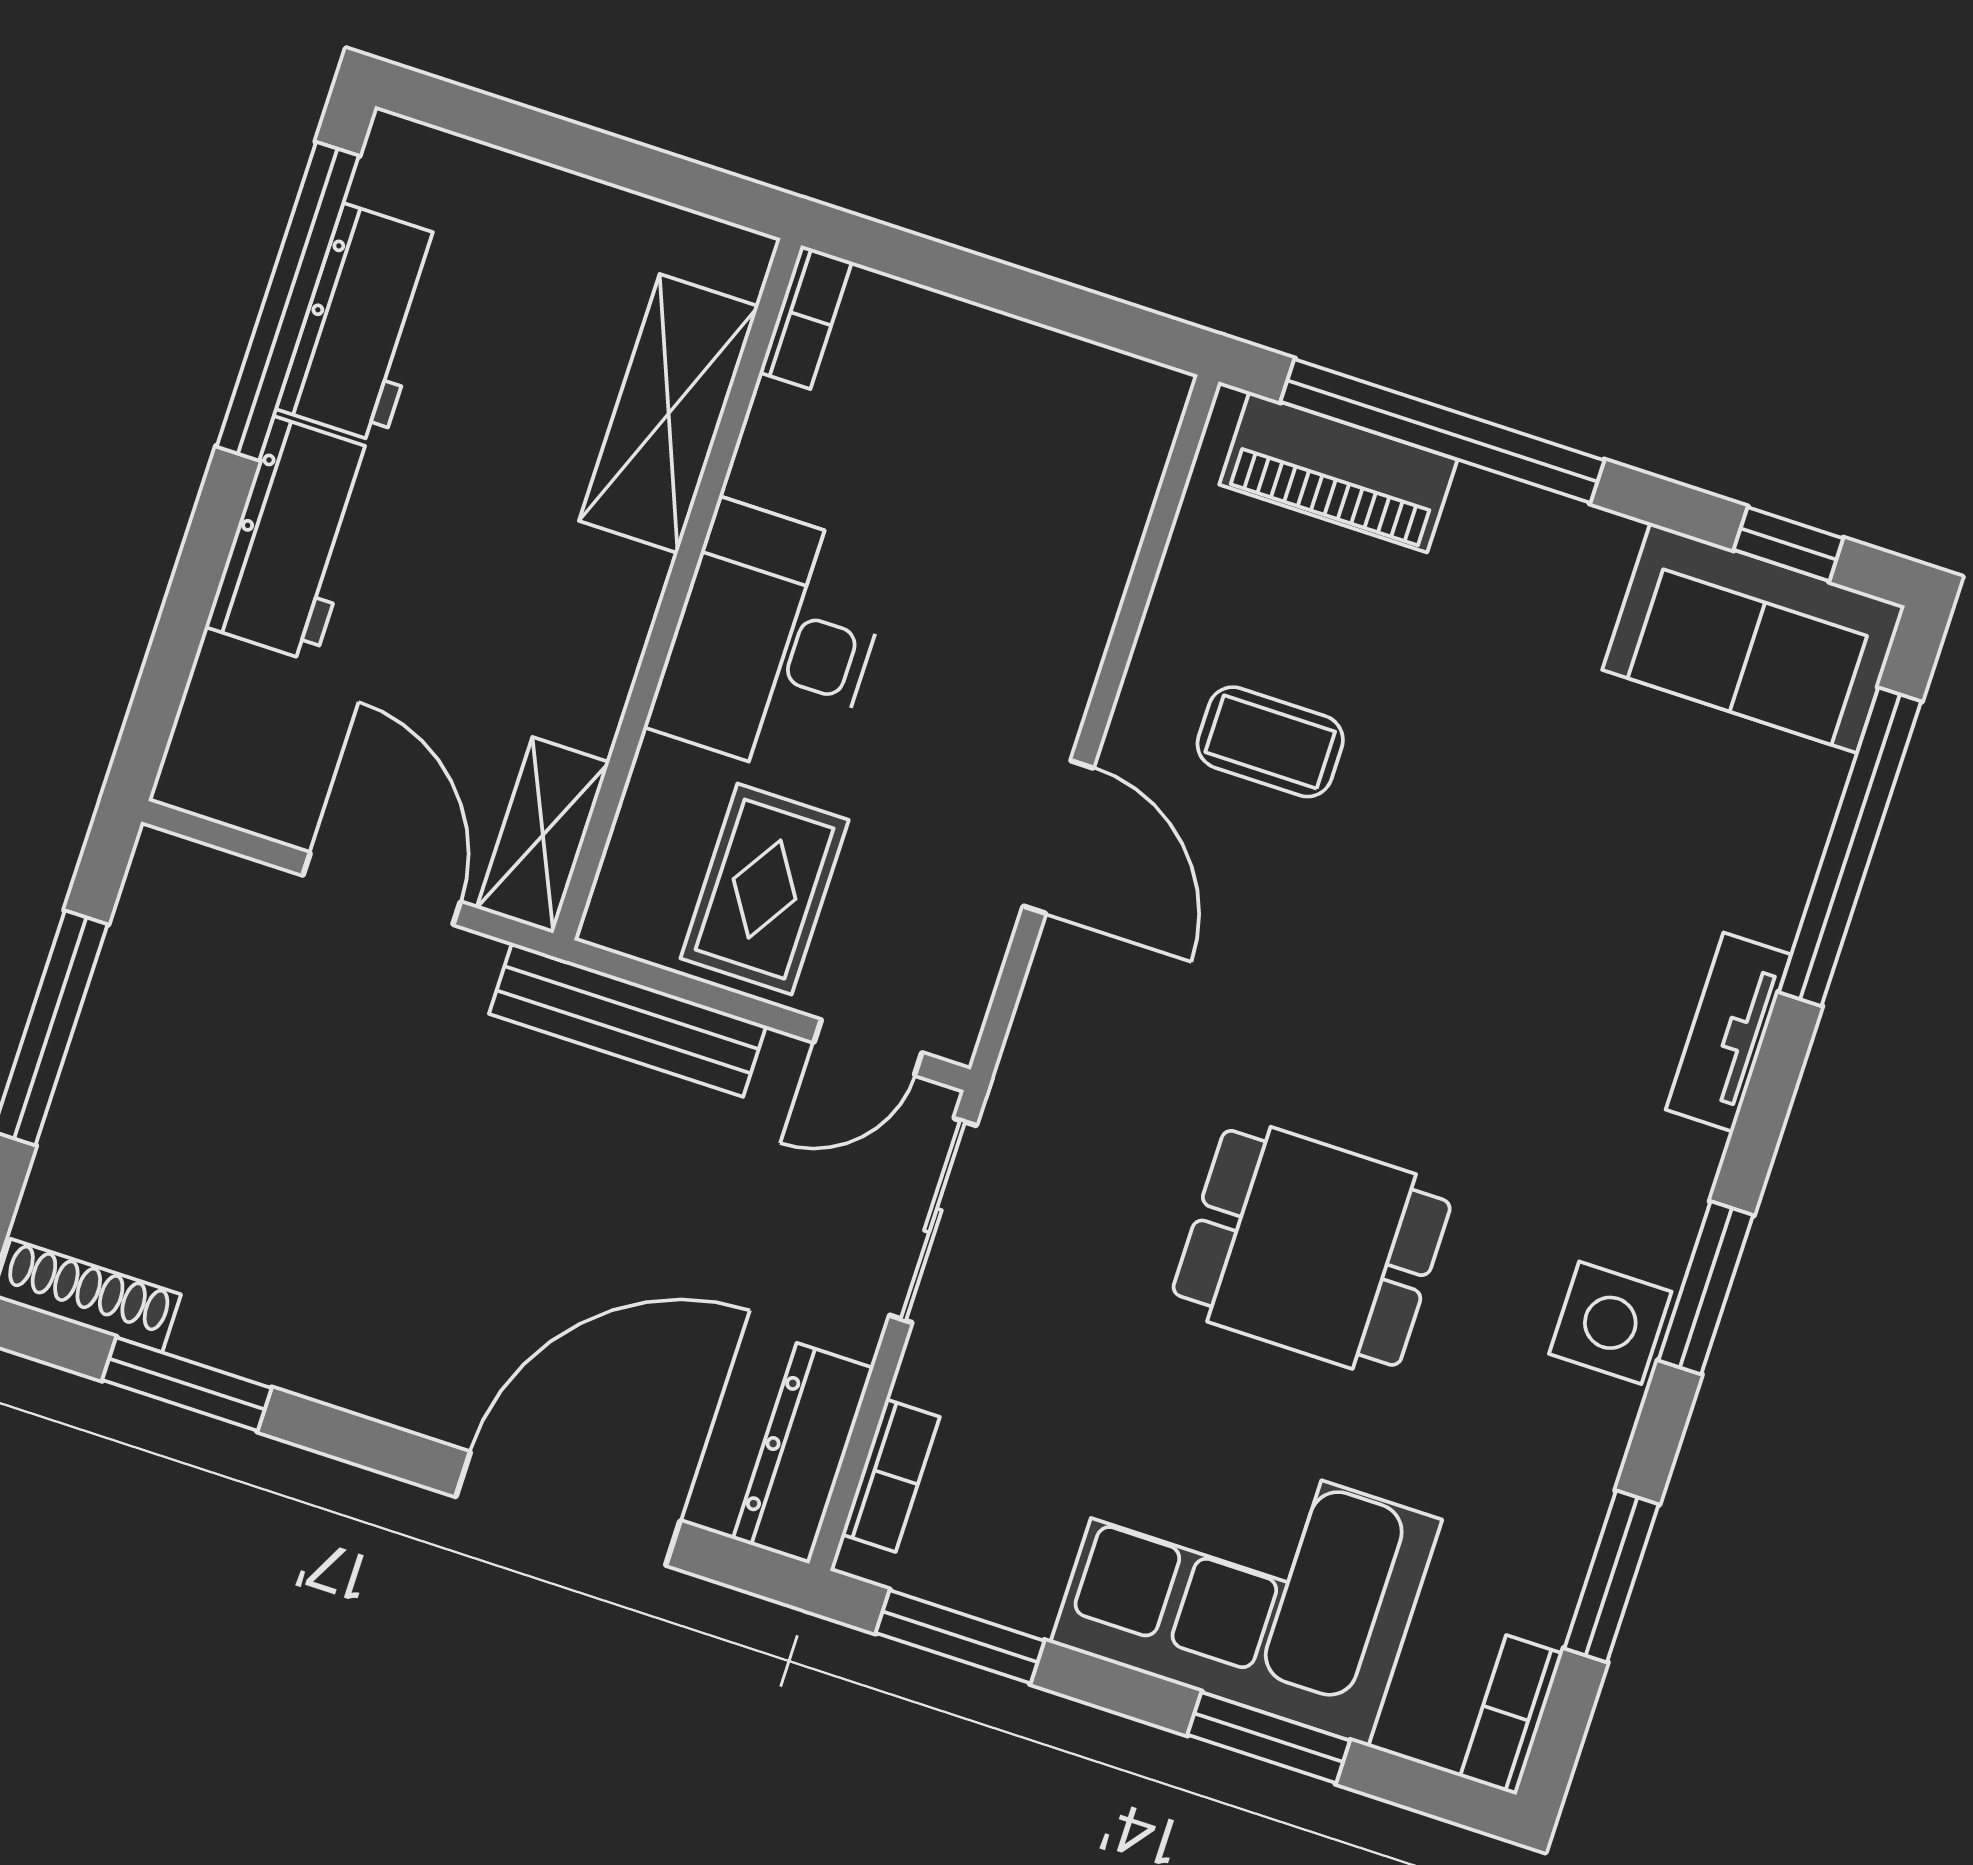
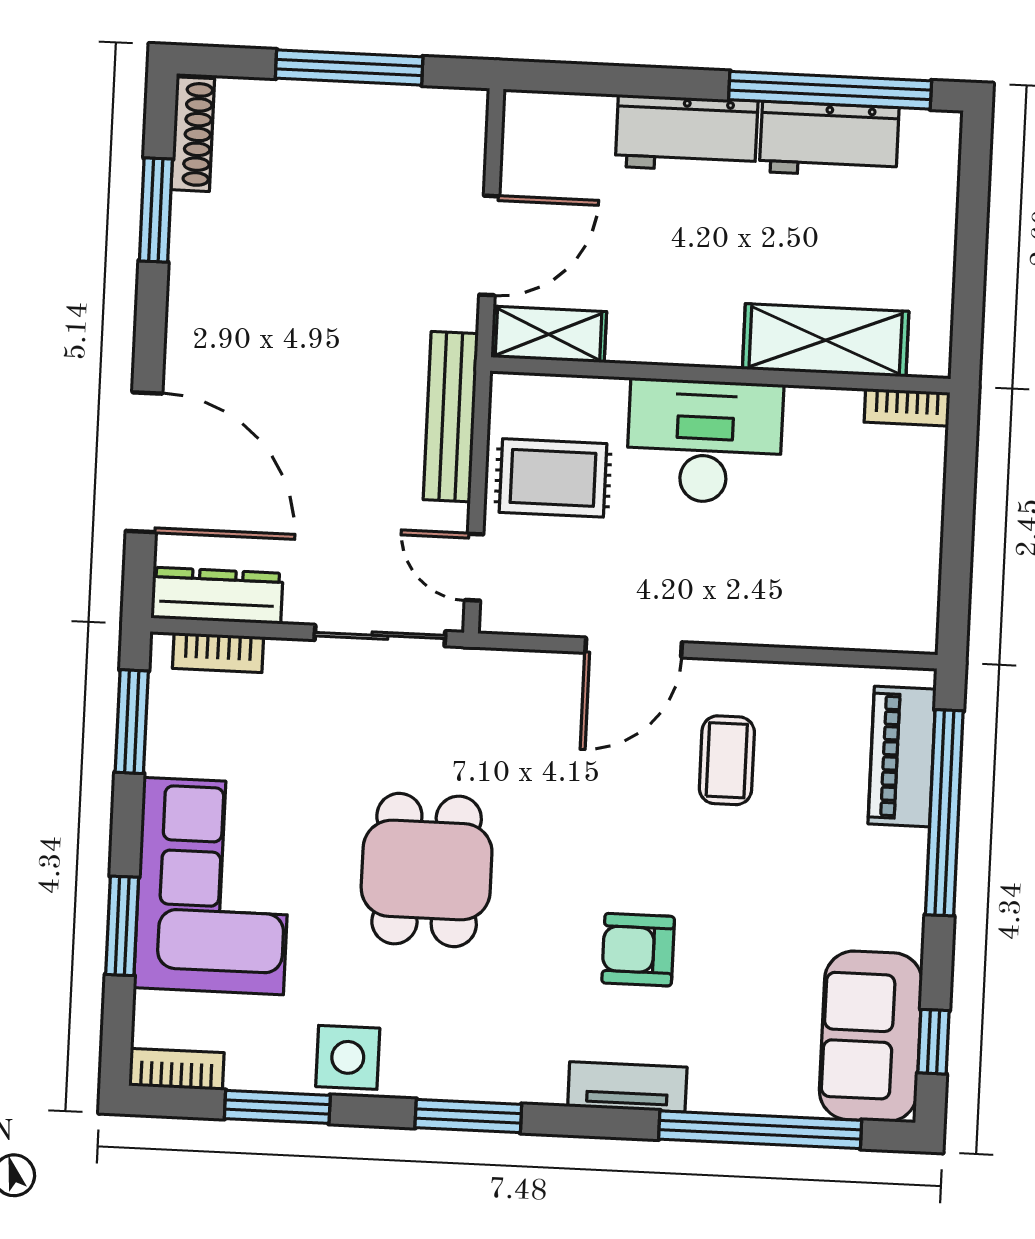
armchair: (1523, 958) -> (638, 950), added
side table: (1610, 1323) -> (348, 1057), moved

